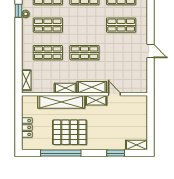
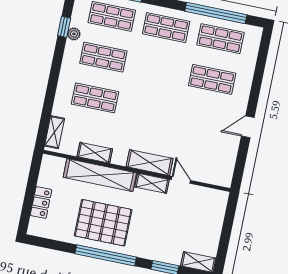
door: (151, 51) -> (248, 127), swing flipped
shop shelf: (84, 53) -> (149, 109), removed
shelving: (65, 88) -> (95, 153), moved
window: (61, 153) -> (106, 255), moved

